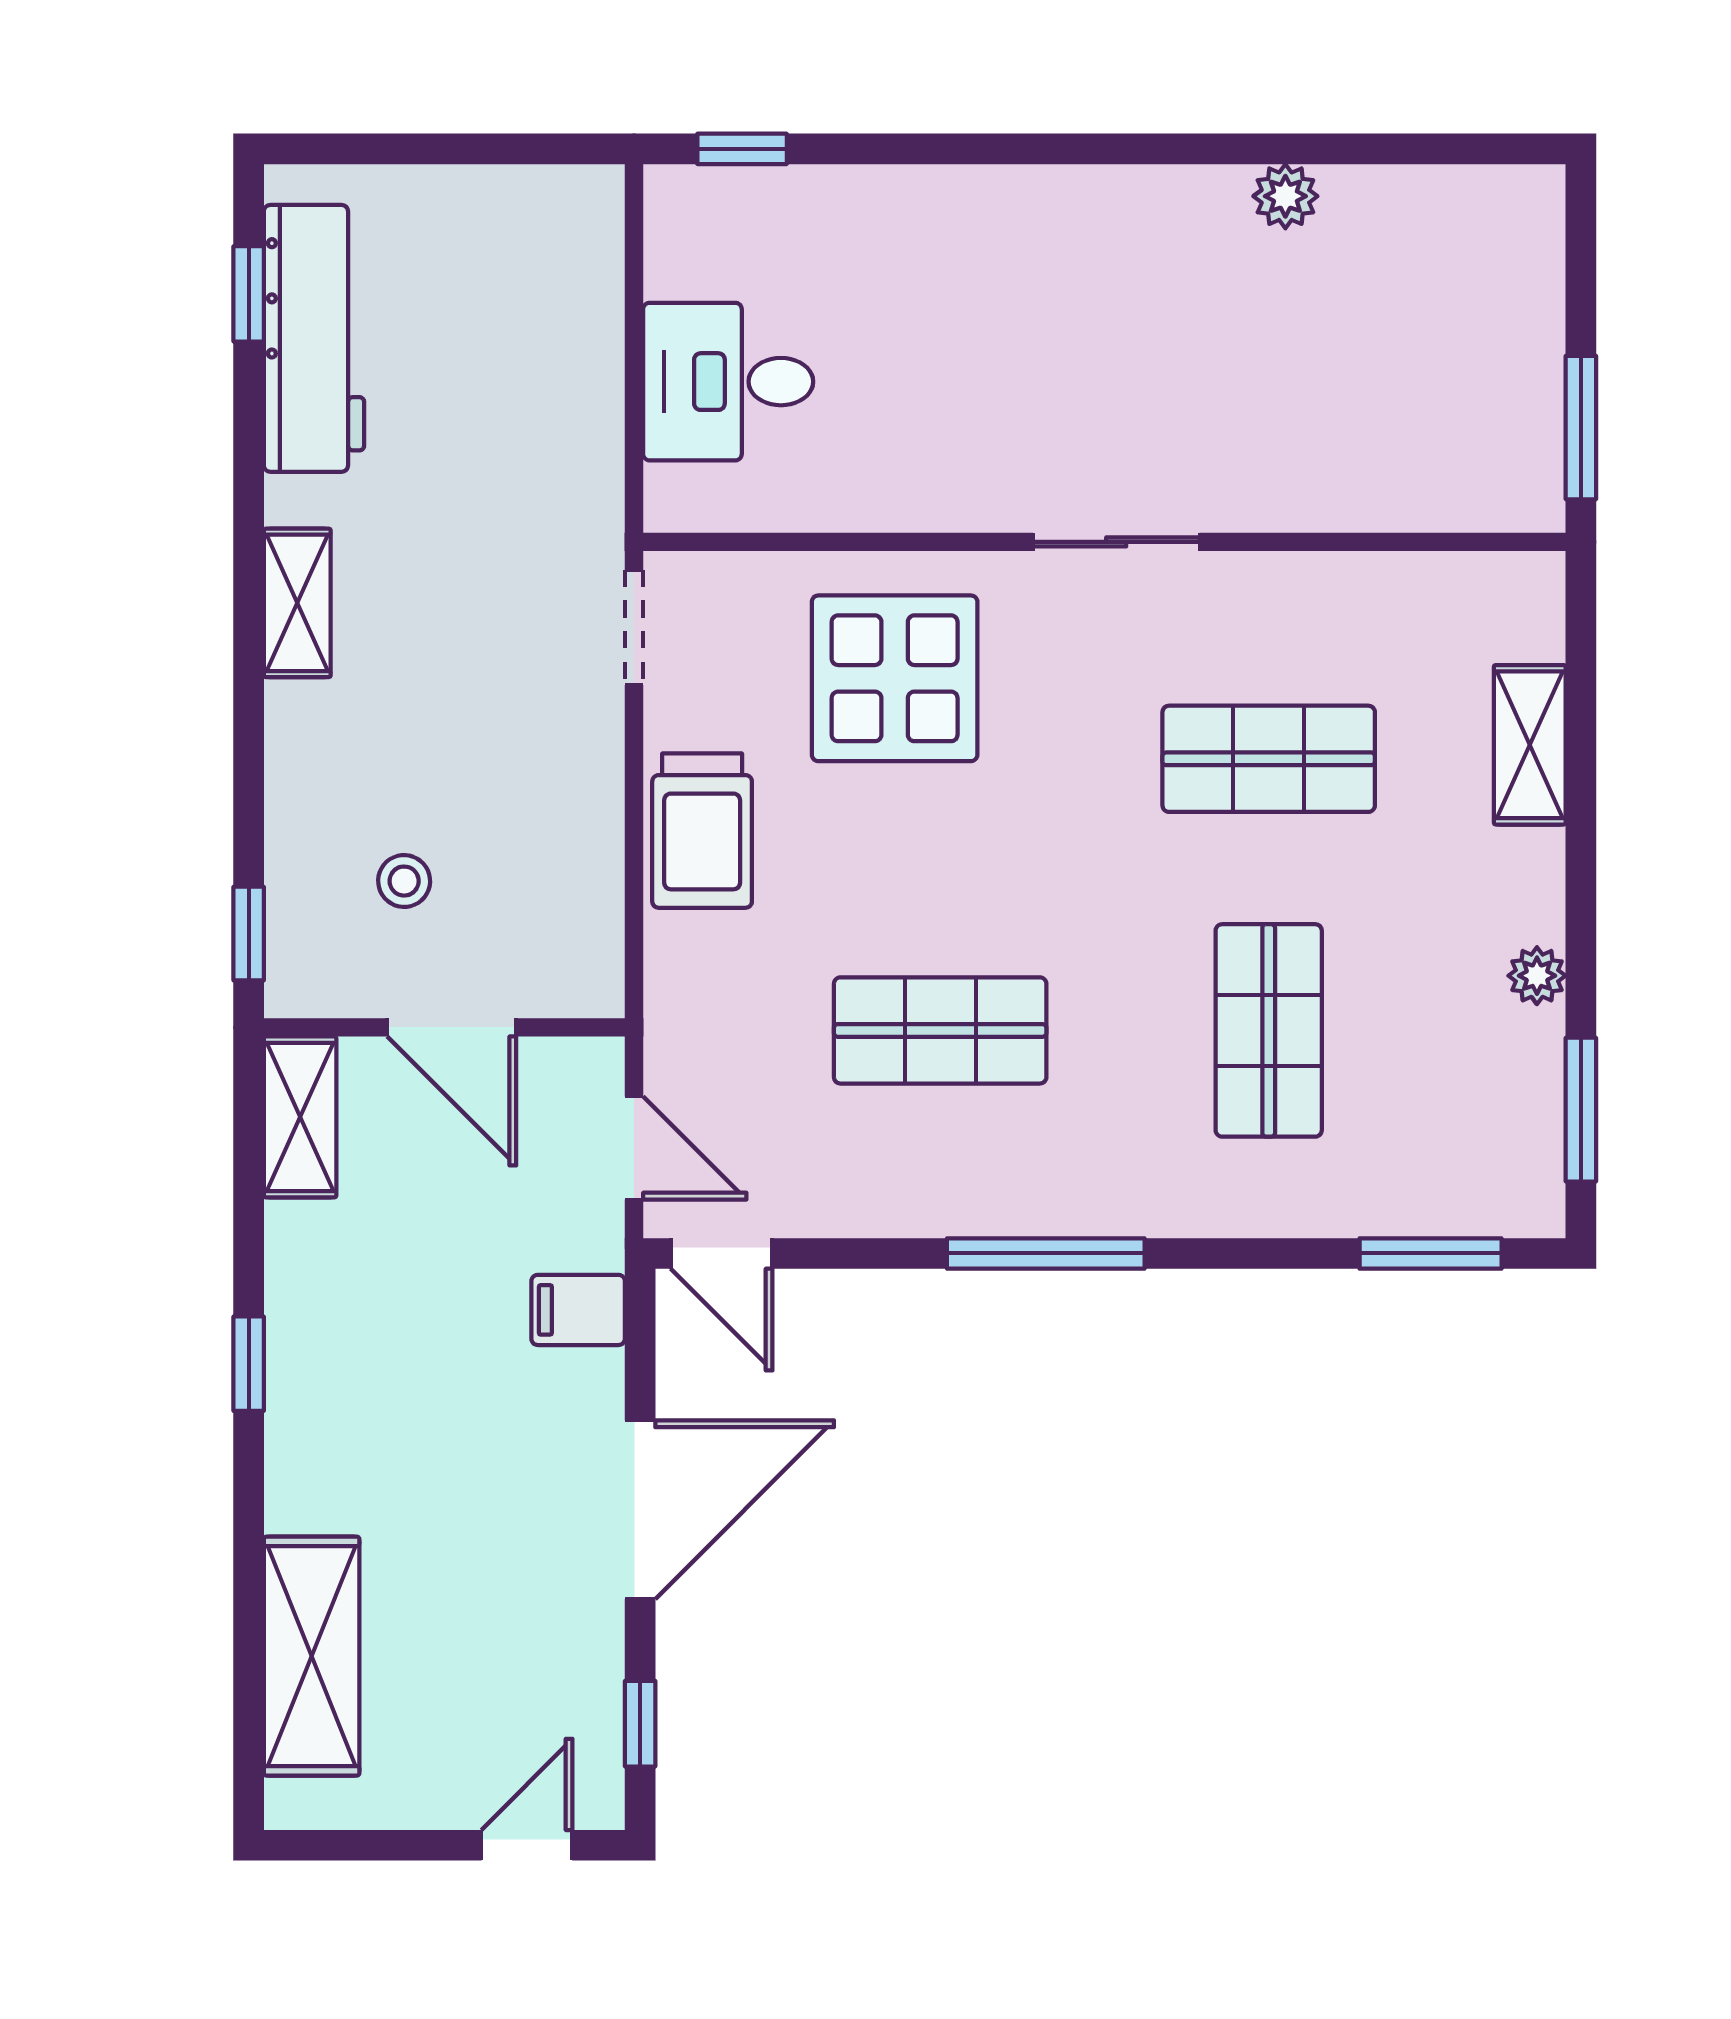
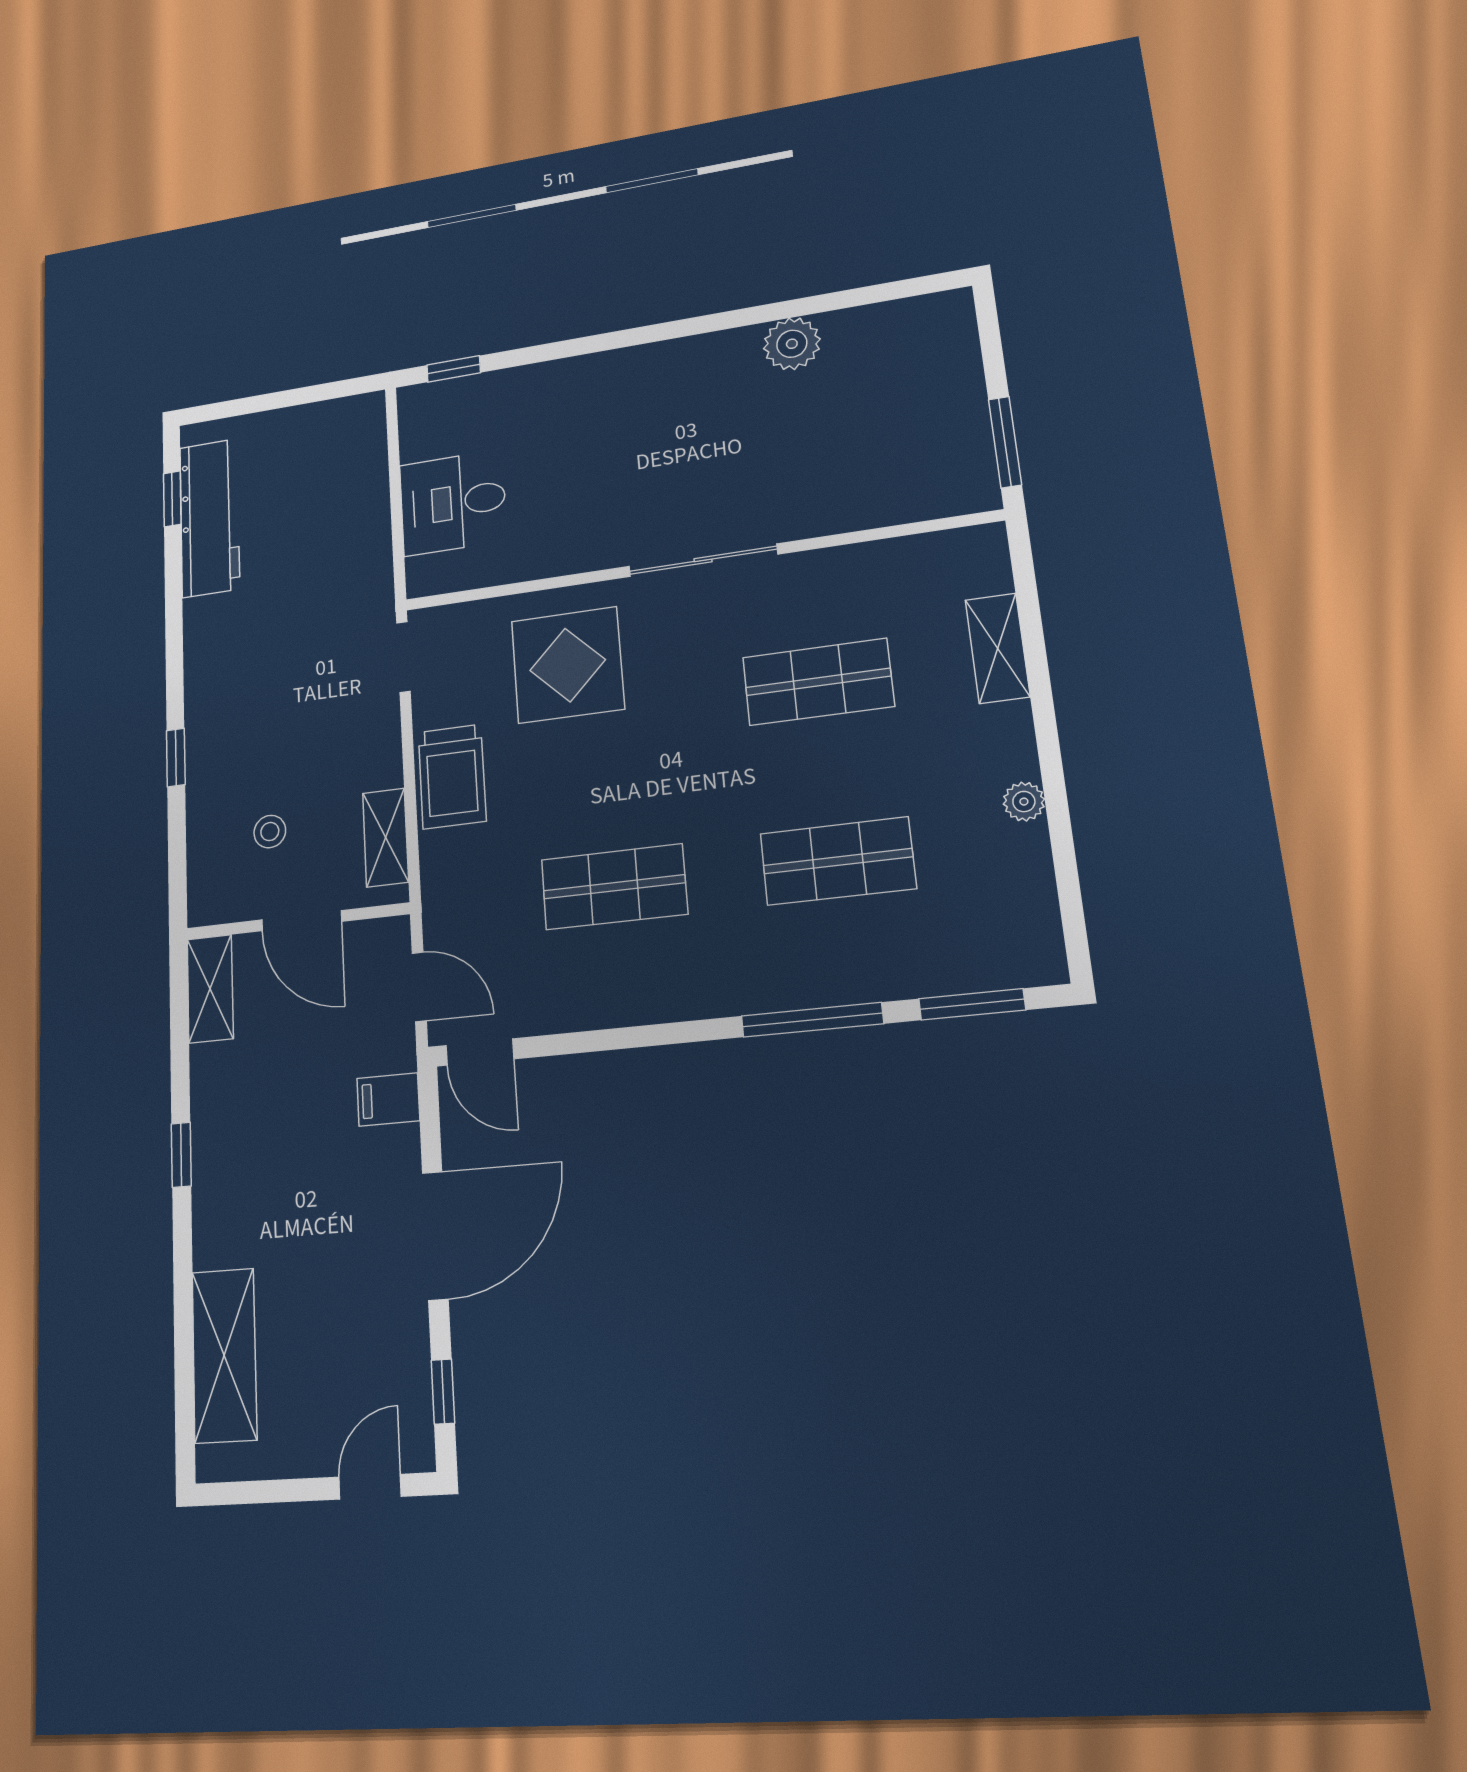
plant: (1285, 196) -> (792, 344), width x1.38, depth x1.38
sliding door: (1116, 542) -> (703, 560), width x1.37
shelving: (297, 603) -> (385, 838), moved
window: (249, 934) -> (176, 758), moved
shop shelf: (1269, 1030) -> (838, 861), turned 90
window: (1581, 1110) -> (1069, 891), removed
window: (1046, 1253) -> (812, 1020), moved

